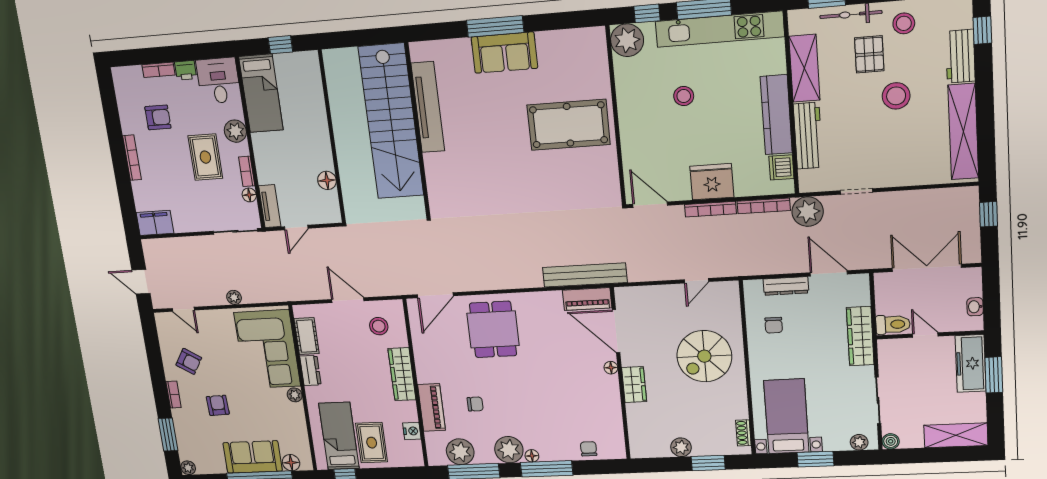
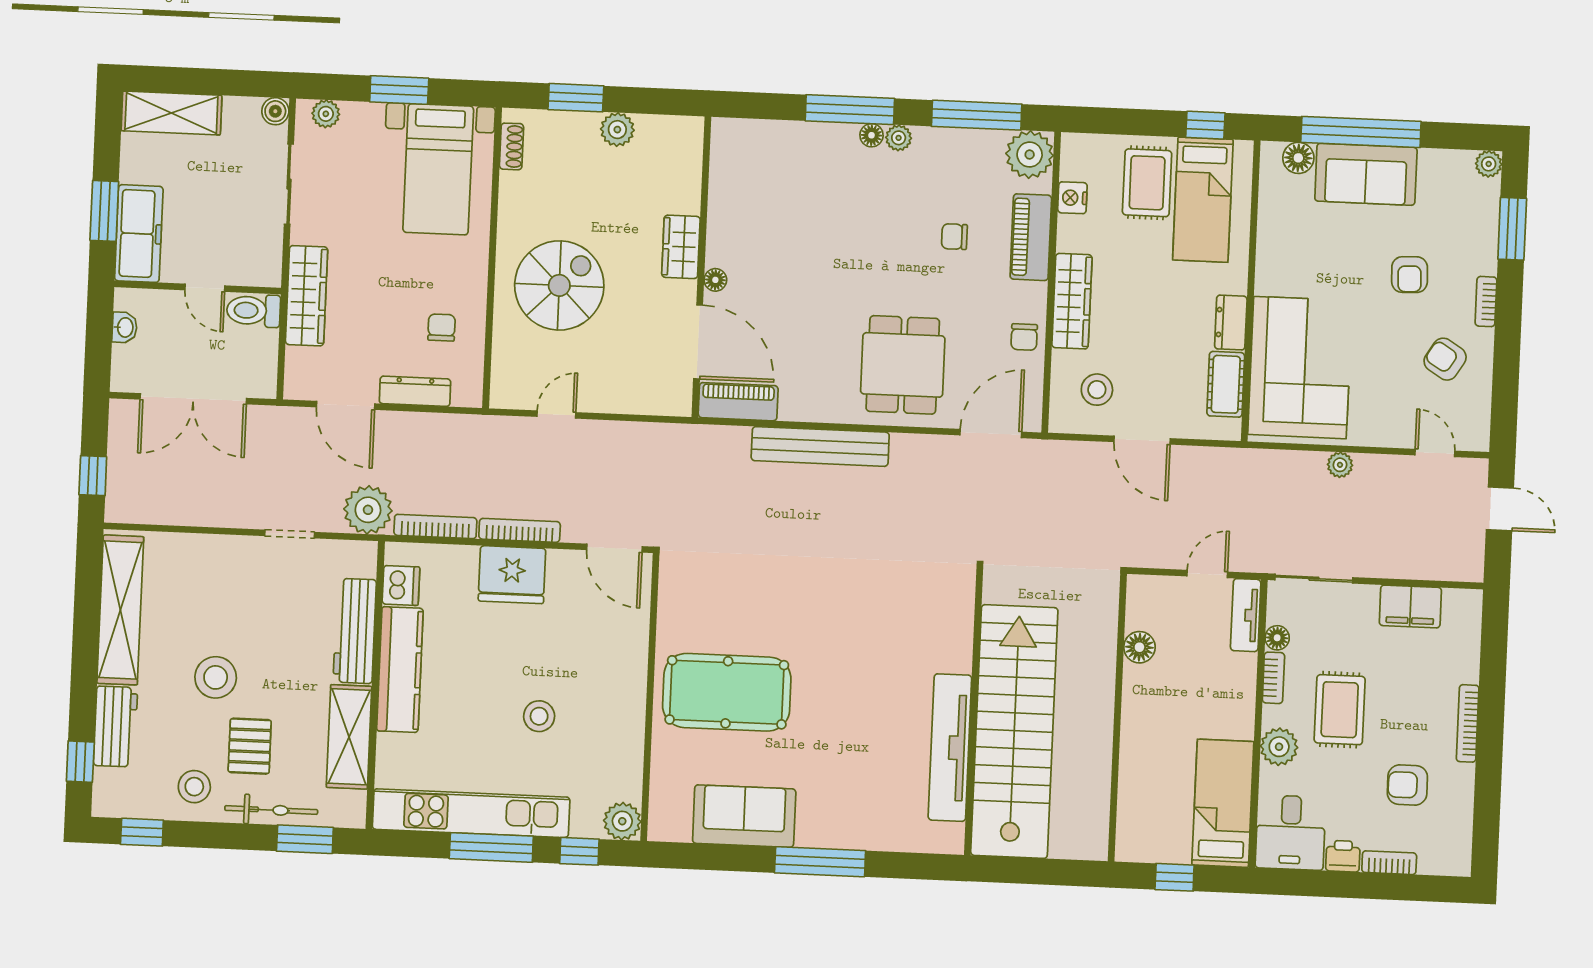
plant: (627, 40) -> (622, 821), width x0.73, depth x0.73
sofa: (504, 53) -> (744, 816), moved
filing cabinet: (155, 223) -> (1410, 606), moved
bench: (585, 275) -> (820, 446), moved
plant: (295, 395) -> (1267, 281), removed
chair: (589, 449) -> (1024, 337), moved
plant: (509, 450) -> (899, 138), width x0.53, depth x0.53
plant: (460, 452) -> (1030, 155), moved

